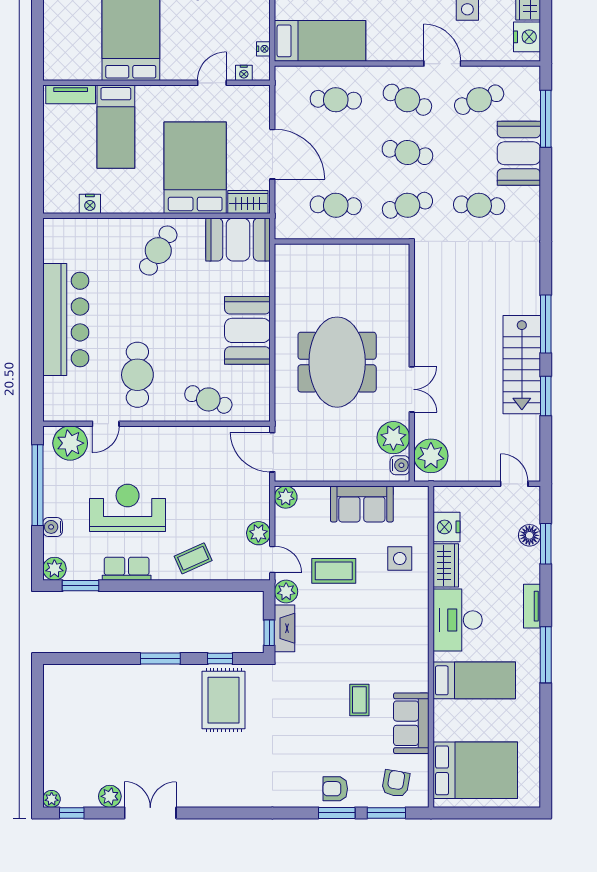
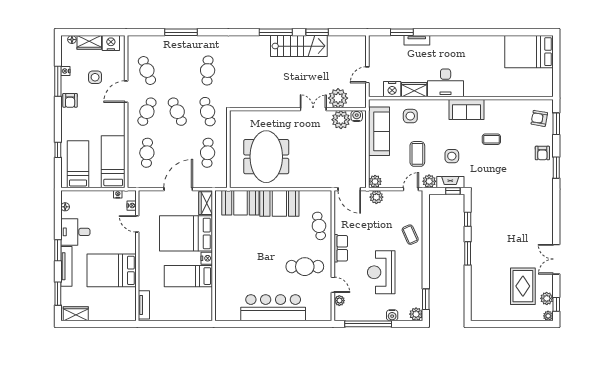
window: (546, 119) -> (181, 32), moved
bed: (116, 127) -> (188, 276), moved, turned 180
cafe table: (407, 152) -> (177, 112), turned -36
booth: (519, 153) -> (178, 48), removed
nightstand: (90, 204) -> (207, 258), moved
booth: (238, 240) -> (240, 203), moved, turned 90
cafe table: (158, 251) -> (234, 255), removed
meeting table: (337, 362) -> (266, 157), moved, turned 90
cafe table: (208, 399) -> (319, 226), turned -30
plant: (70, 443) -> (339, 301), width x0.53, depth x0.53
door: (272, 452) -> (349, 189), hinge flipped
plant: (431, 456) -> (338, 98), moved
door: (514, 484) -> (367, 75), moved
sofa: (362, 504) -> (379, 131), width x1.36
plant: (258, 533) -> (376, 197), moved
floor lamp: (529, 535) -> (397, 42), removed
row of seats: (127, 569) -> (341, 248), moved, turned 180
tv unit: (532, 606) -> (417, 40), moved
side table: (330, 631) -> (452, 156), added
window: (546, 655) -> (465, 32), removed
bed: (474, 680) -> (480, 73), removed
rug: (224, 700) -> (523, 286), moved, turned 90
sofa: (411, 723) -> (466, 109), moved
bed: (475, 770) -> (529, 52), moved, turned -90
plant: (110, 796) -> (547, 298), moved
window: (337, 813) -> (556, 168), moved

